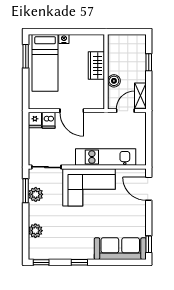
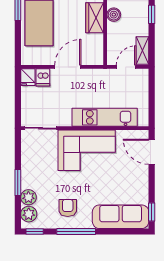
boiler: (114, 81) -> (114, 15), moved
door: (72, 111) -> (68, 67), swing flipped
window: (26, 191) -> (18, 183), moved
plant: (36, 194) -> (29, 214), moved
armchair: (72, 240) -> (68, 208), added
window: (79, 262) -> (76, 232), width x2.17

